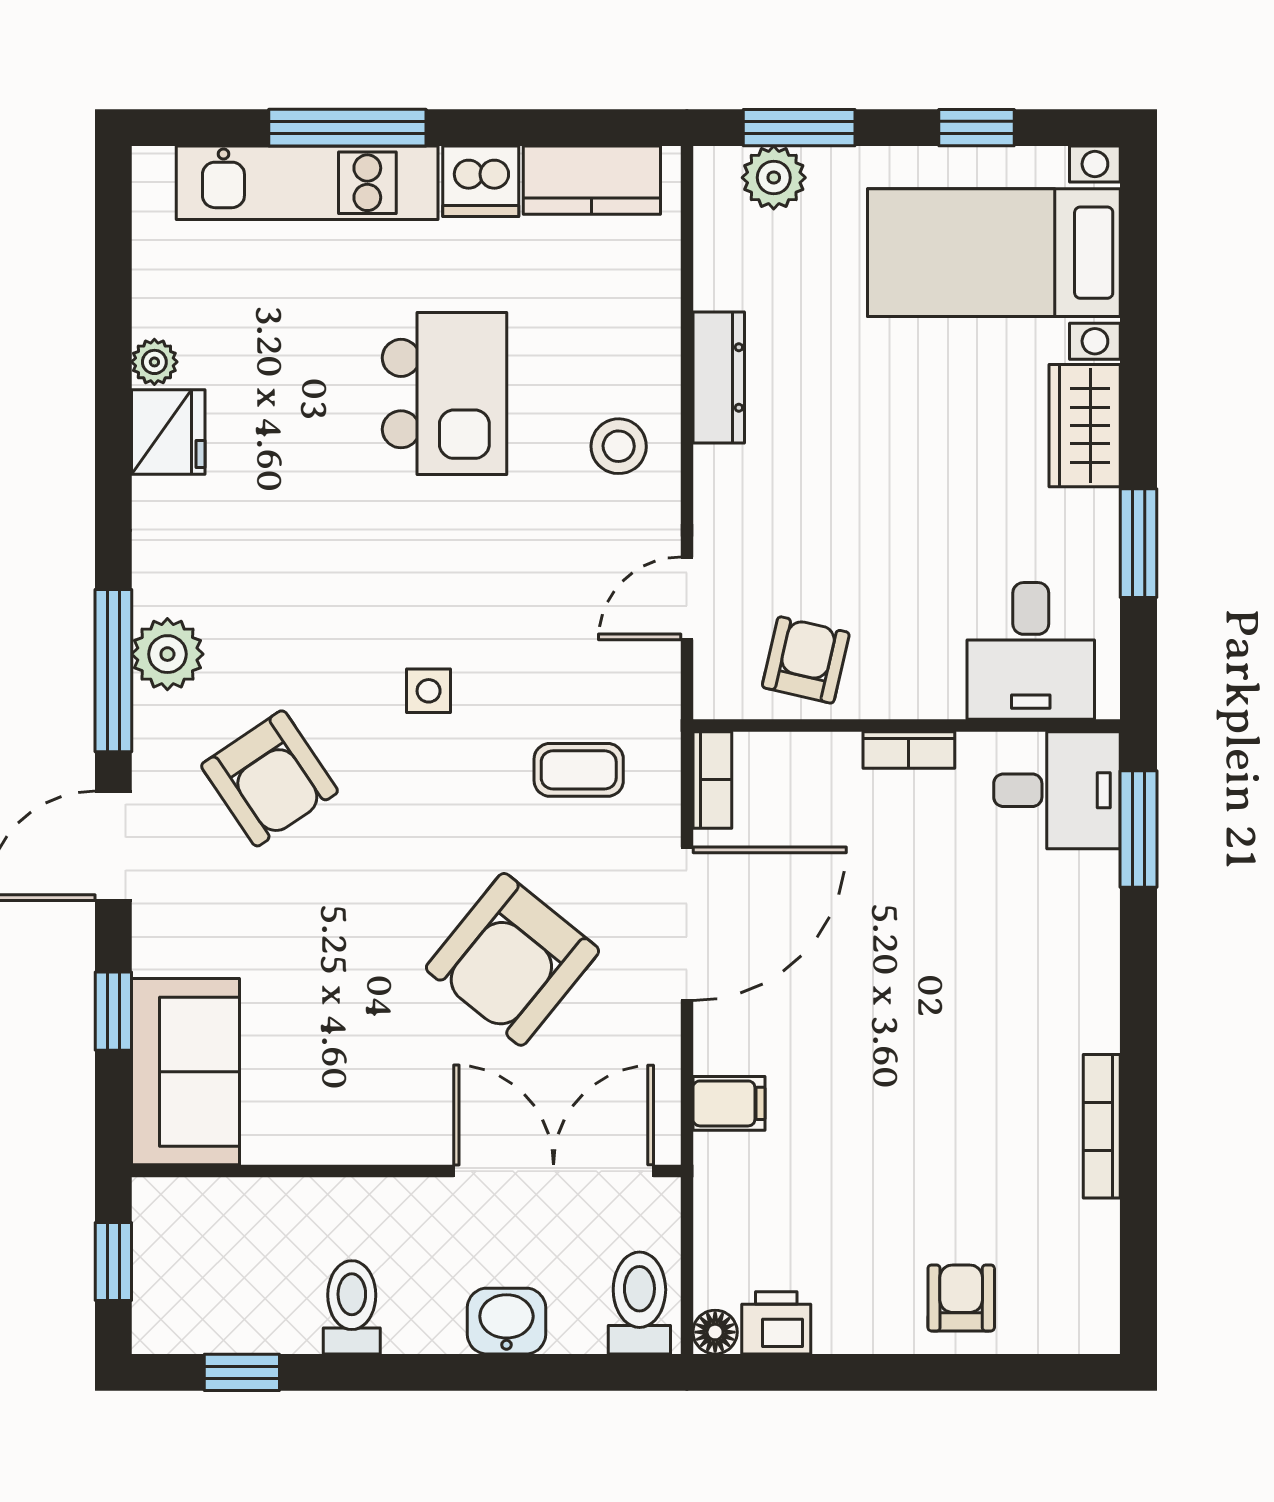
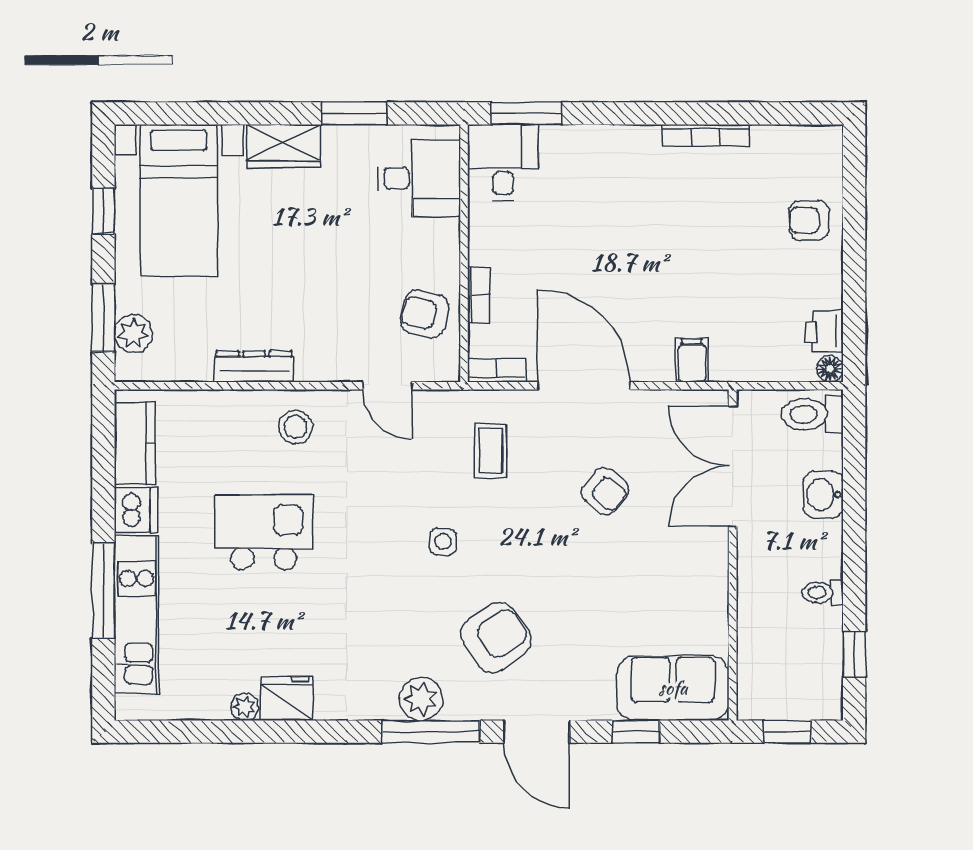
bookcase: (909, 750) -> (479, 295), moved
armchair: (512, 959) -> (605, 491), width x0.53, depth x0.53
toilet: (352, 1307) -> (823, 593), width x0.73, depth x0.72

